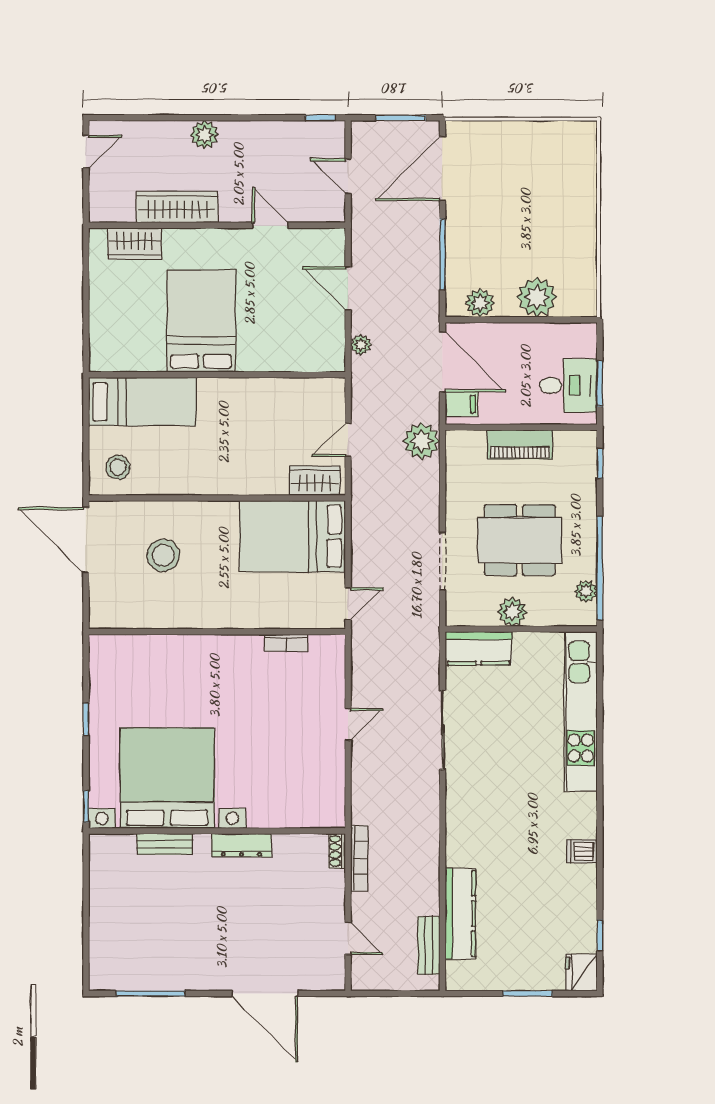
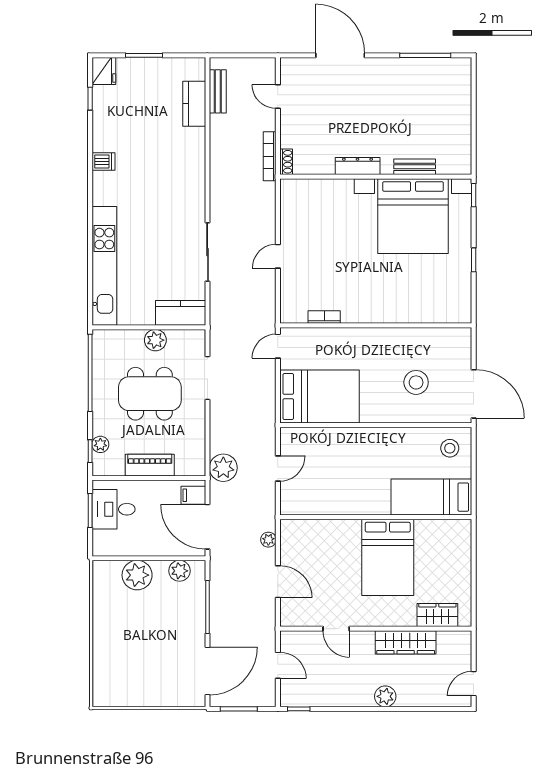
wardrobe: (315, 481) -> (303, 438), removed
plant: (586, 591) -> (100, 444), moved
kitchen counter: (460, 913) -> (194, 104), width x0.67

